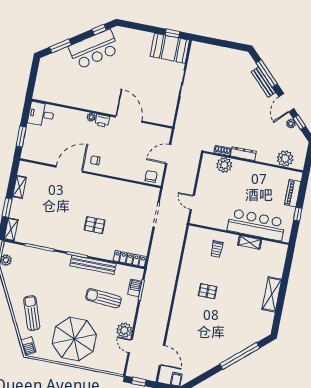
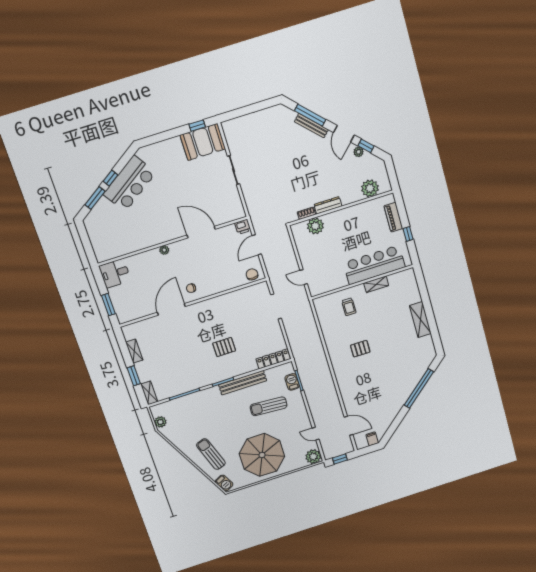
window: (99, 30) -> (110, 178), moved
printer: (102, 121) -> (243, 227), moved
plant: (124, 330) -> (313, 457), moved

